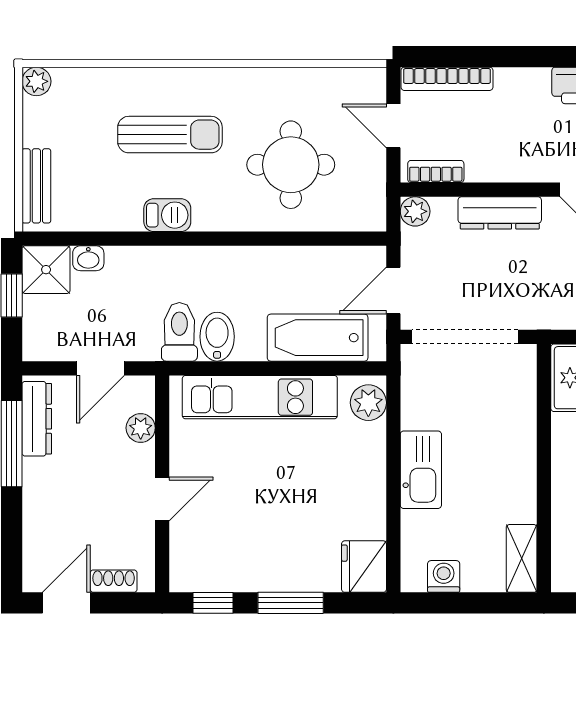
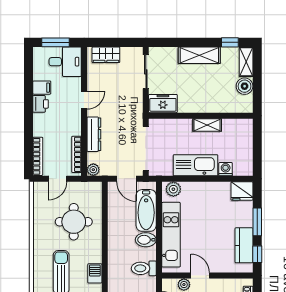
bookcase: (436, 171) -> (77, 154), width x1.56
bidet: (217, 337) -> (146, 240), moved
kitchen sink: (421, 470) -> (196, 165), width x1.36, depth x1.24
door: (162, 499) -> (200, 276), moved
shelving: (522, 558) -> (207, 125), moved
kitchen counter: (234, 571) -> (244, 245), added
washing machine: (444, 576) -> (226, 169), moved, turned 90

